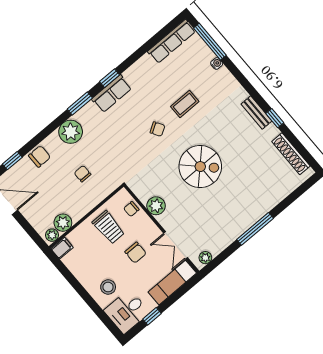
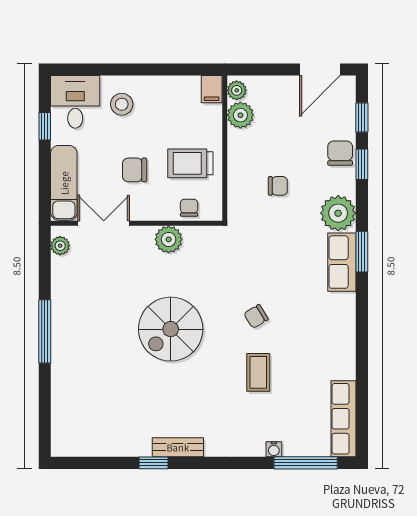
window: (110, 78) -> (362, 164), moved
row of seats: (112, 94) -> (342, 262), moved
shoe rack: (291, 154) -> (97, 447), removed
chair: (40, 156) -> (340, 153), turned 180

